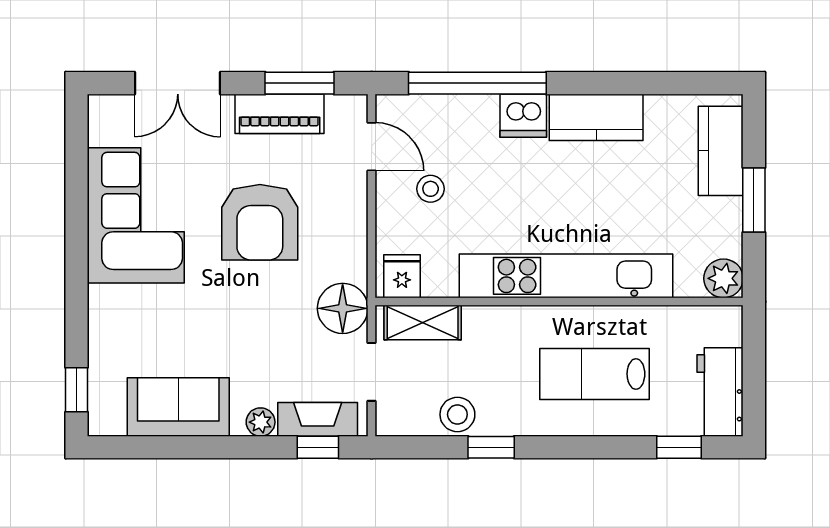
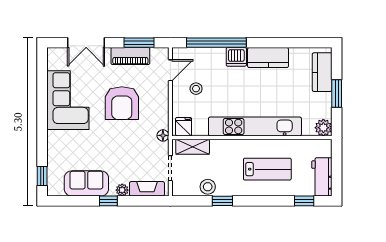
door: (372, 147) -> (170, 70), hinge flipped
floor lamp: (343, 308) -> (163, 135), width x0.53, depth x0.53
lab bench: (594, 374) -> (267, 169), turned 180
window: (318, 447) -> (108, 201), moved

